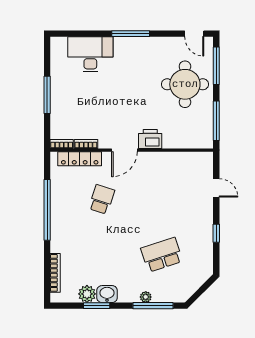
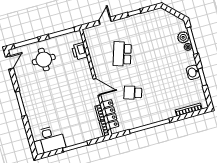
desk: (90, 54) -> (48, 140), moved, turned -90
round table: (185, 84) -> (44, 60), width x0.73, depth x0.73
printer: (150, 139) -> (79, 51), moved
school desk: (162, 255) -> (122, 54), moved, turned 36
plant: (87, 294) -> (183, 37), moved

